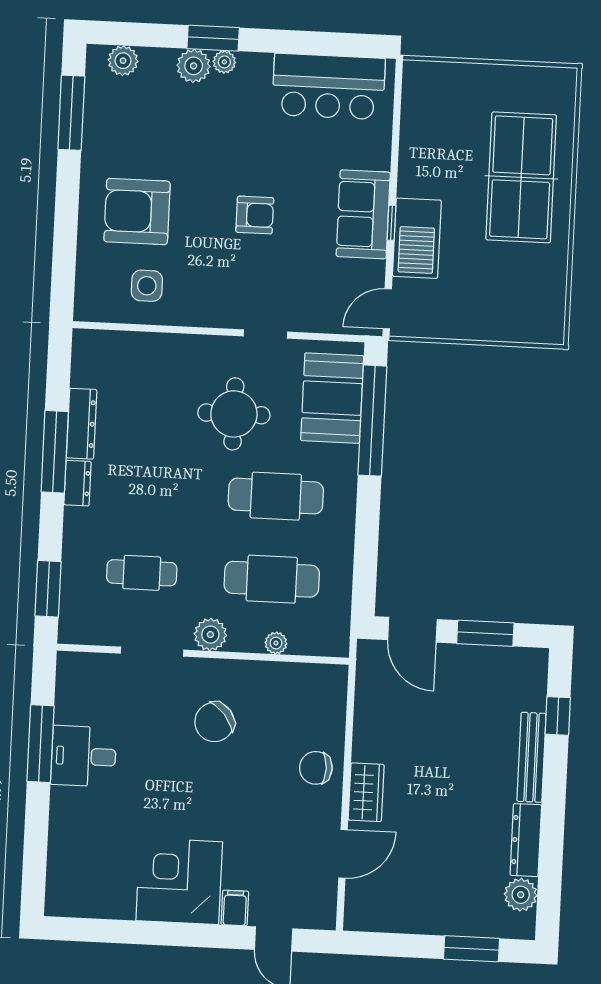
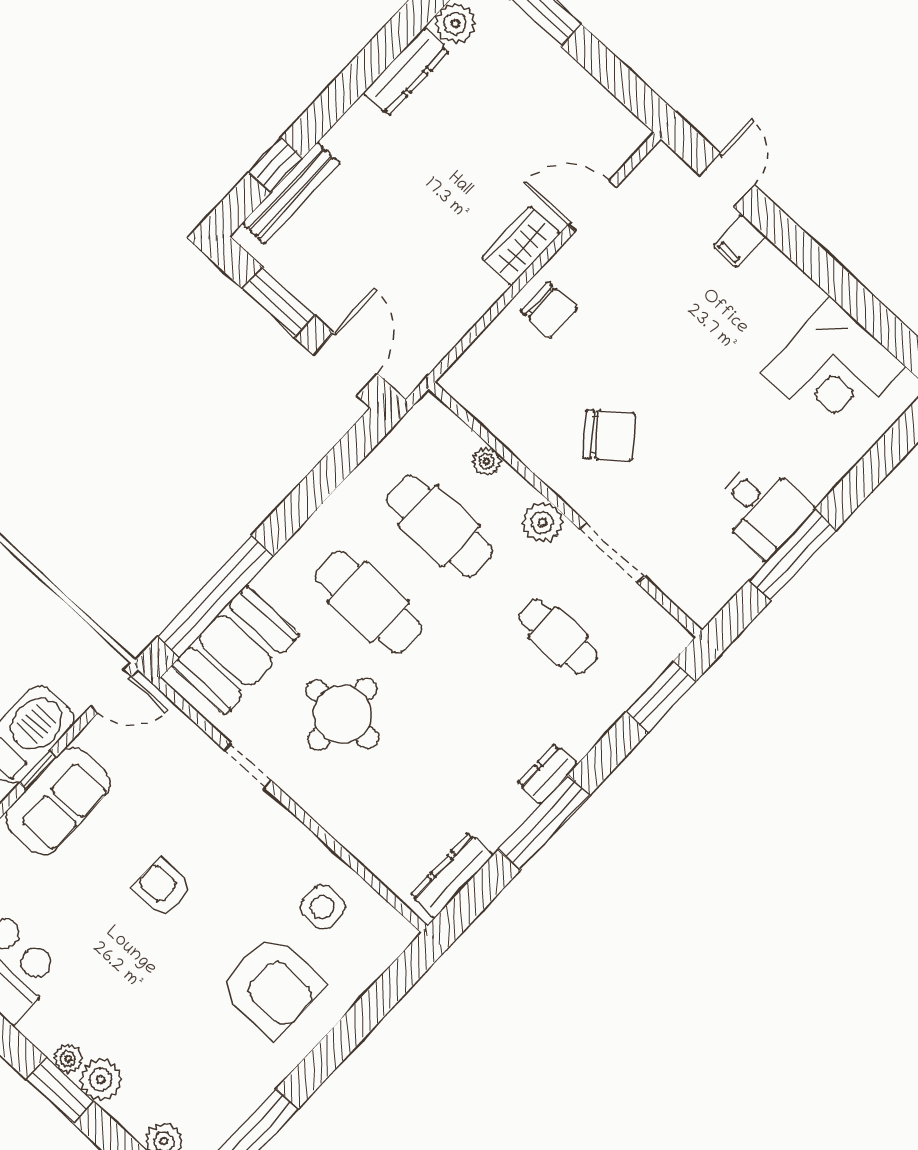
dresser: (82, 424) -> (452, 875), moved
bench: (531, 757) -> (291, 193), moved
corner desk: (179, 881) -> (833, 369), moved

